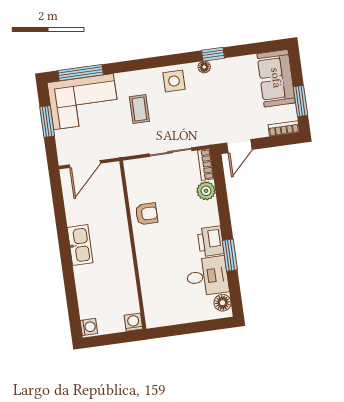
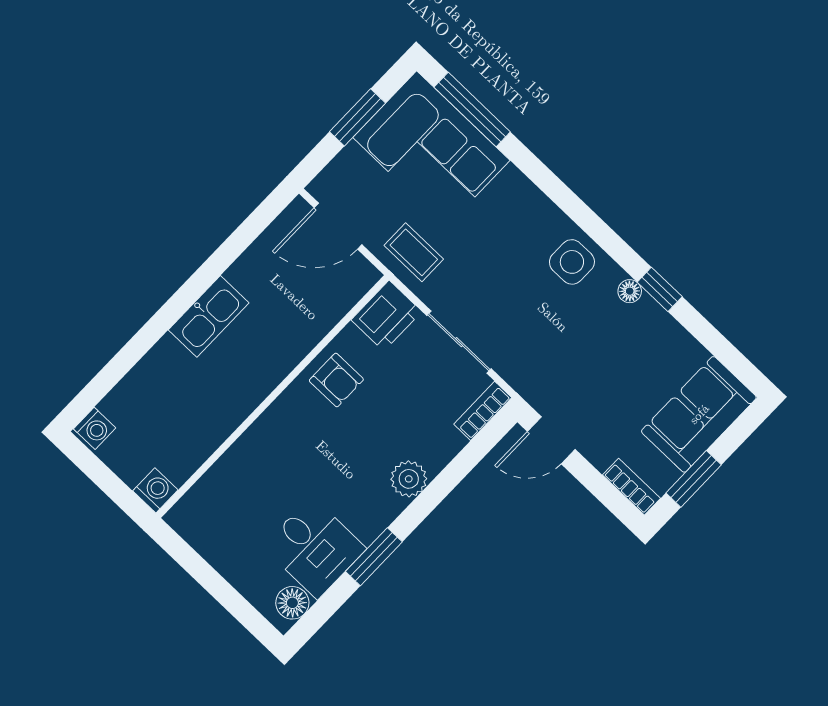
coffee table: (139, 109) -> (414, 252), moved, turned 90
plant: (206, 191) -> (409, 479), moved
printer: (211, 241) -> (386, 316), moved, turned 180

